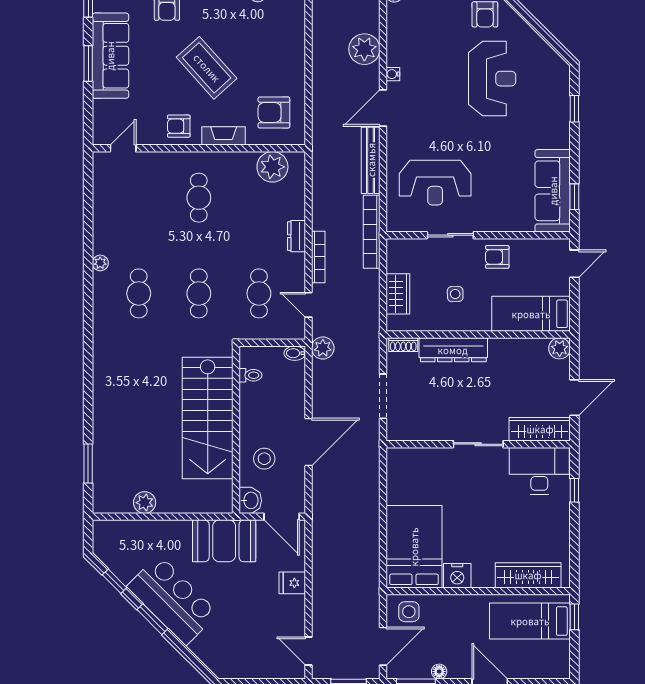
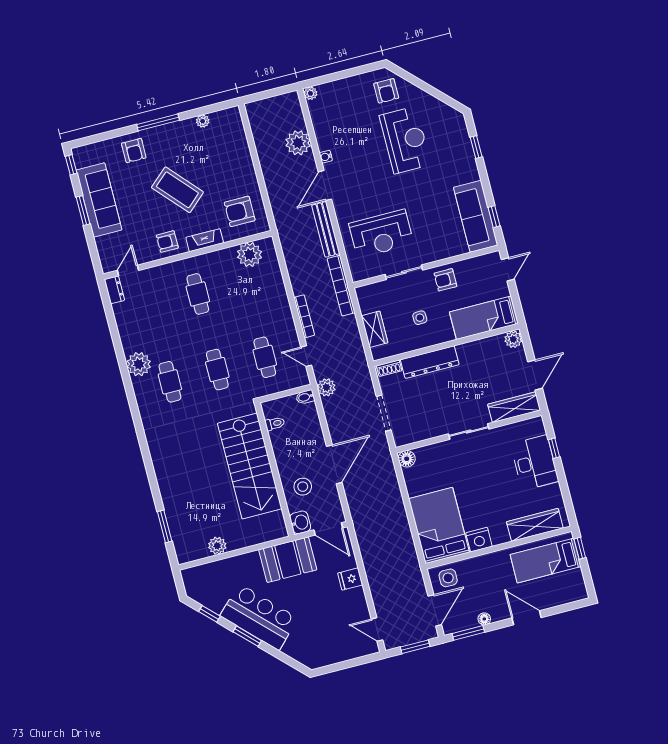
dresser: (297, 236) -> (114, 290), moved, turned 180
plant: (100, 263) -> (139, 364), width x1.88, depth x1.88
floor lamp: (396, 458) -> (407, 459), added
desk: (539, 471) -> (534, 463), moved, turned 90

